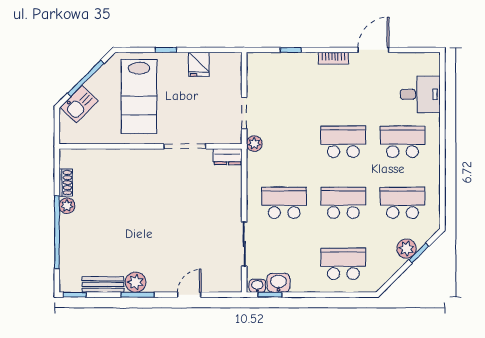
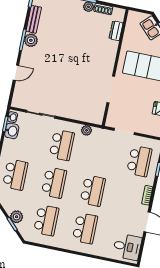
school desk: (284, 81) -> (139, 161), added
desk: (420, 94) -> (127, 247), moved, turned -90
plant: (254, 144) -> (86, 130), moved
dresser: (228, 157) -> (116, 31), moved
door: (189, 295) -> (16, 73), hinge flipped

